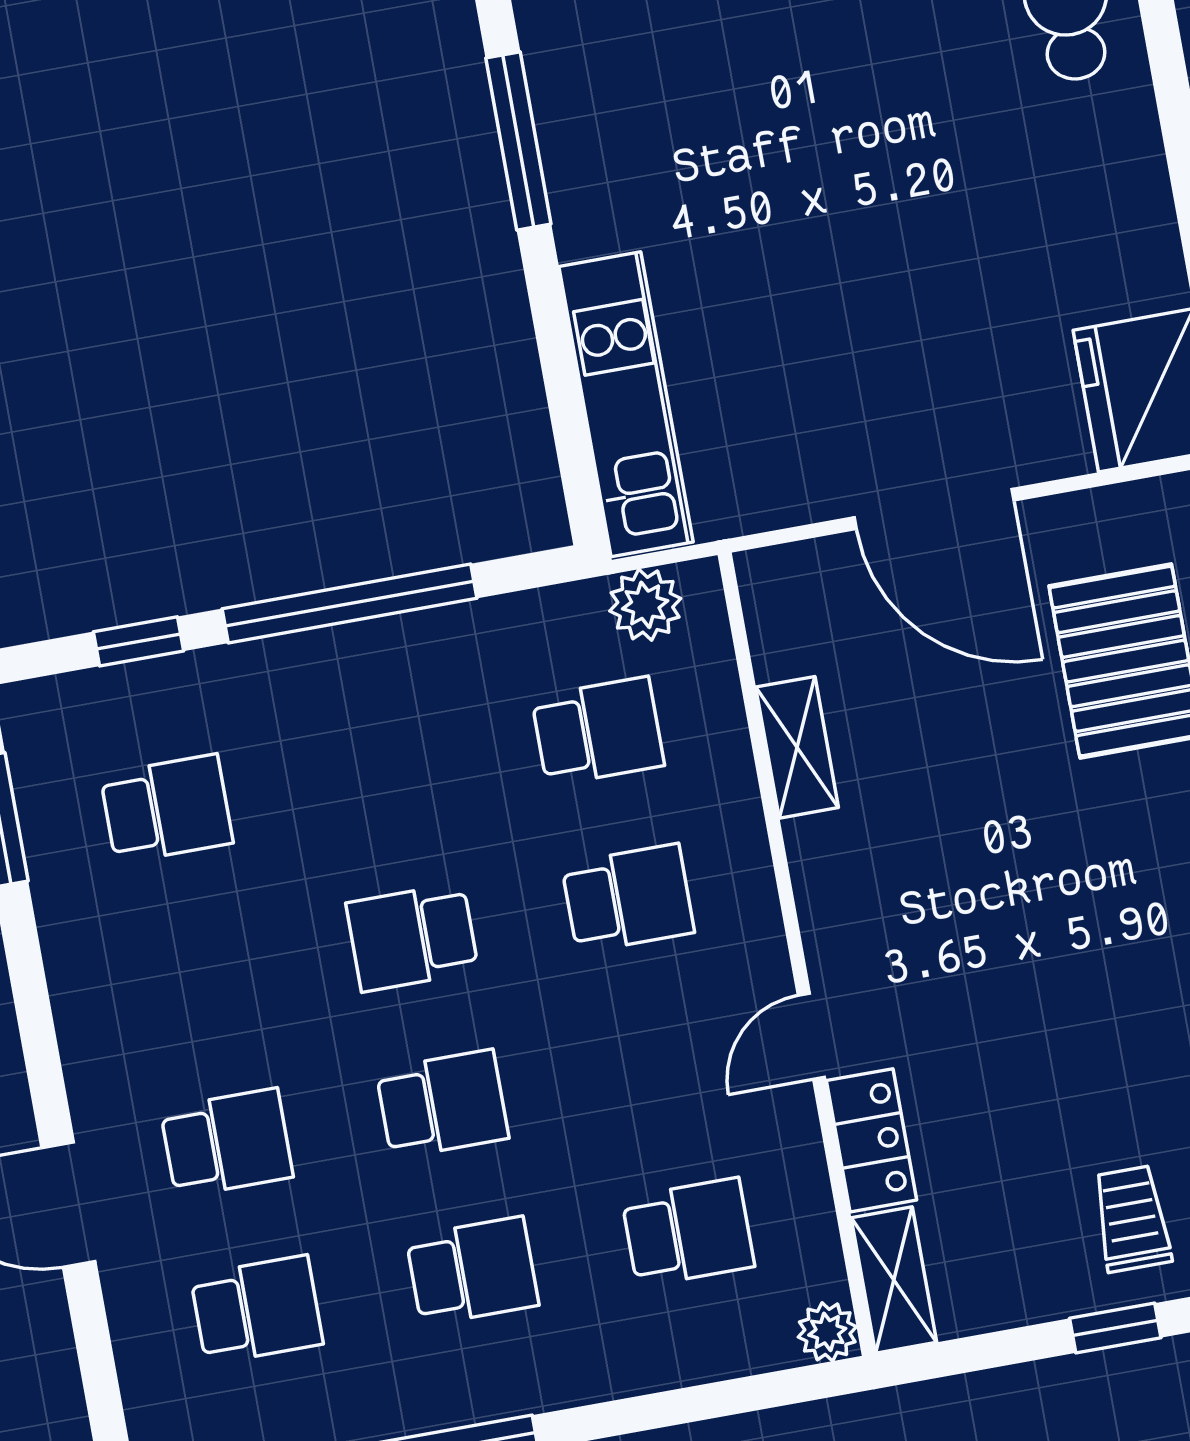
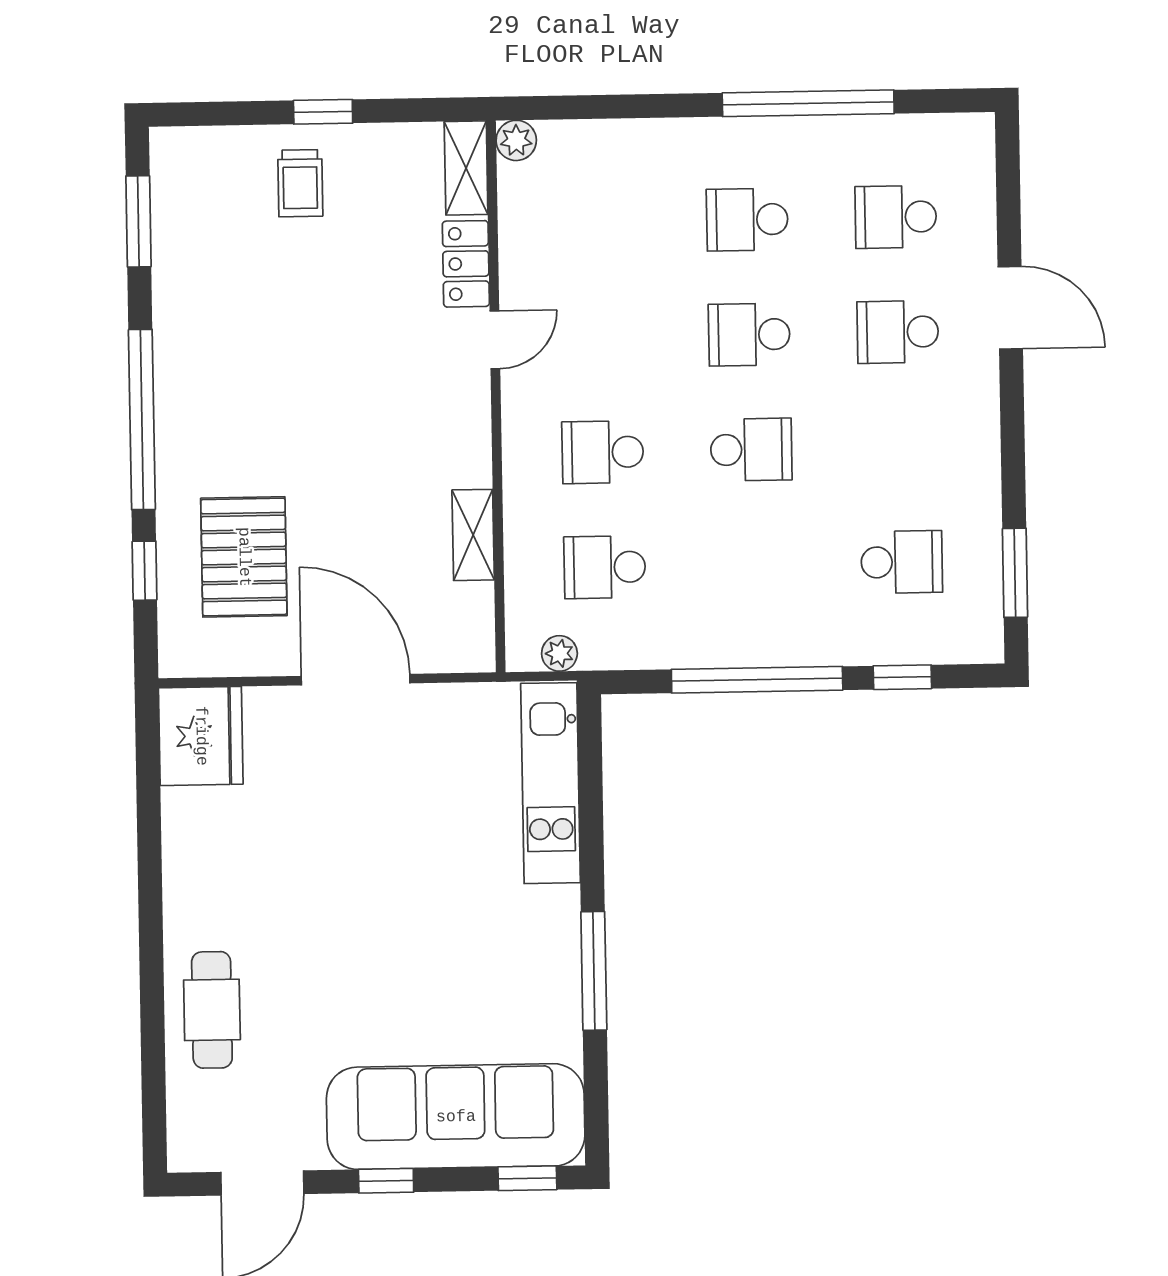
plant: (645, 605) -> (559, 653), width x0.73, depth x0.73
school desk: (167, 809) -> (902, 562), turned 180
school desk: (688, 1232) -> (599, 222), removed

